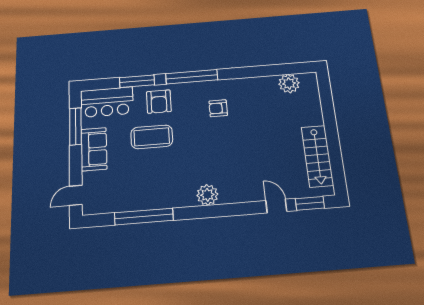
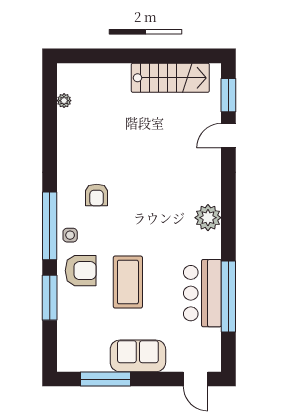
plant: (289, 83) -> (64, 101), width x0.53, depth x0.53
side table: (186, 92) -> (70, 235), added
bar counter: (107, 102) -> (202, 293), moved, turned 180

